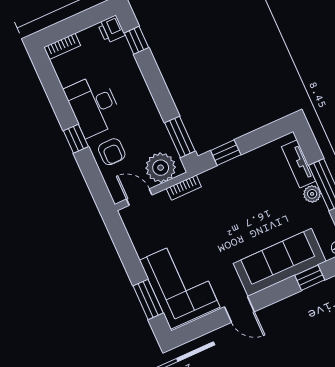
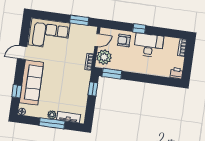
window: (136, 40) -> (165, 81), removed
window: (148, 299) -> (79, 20), moved

